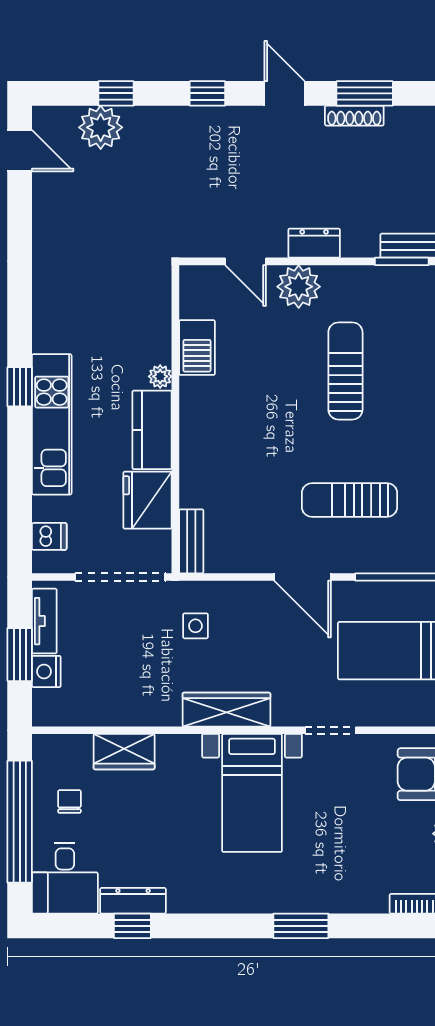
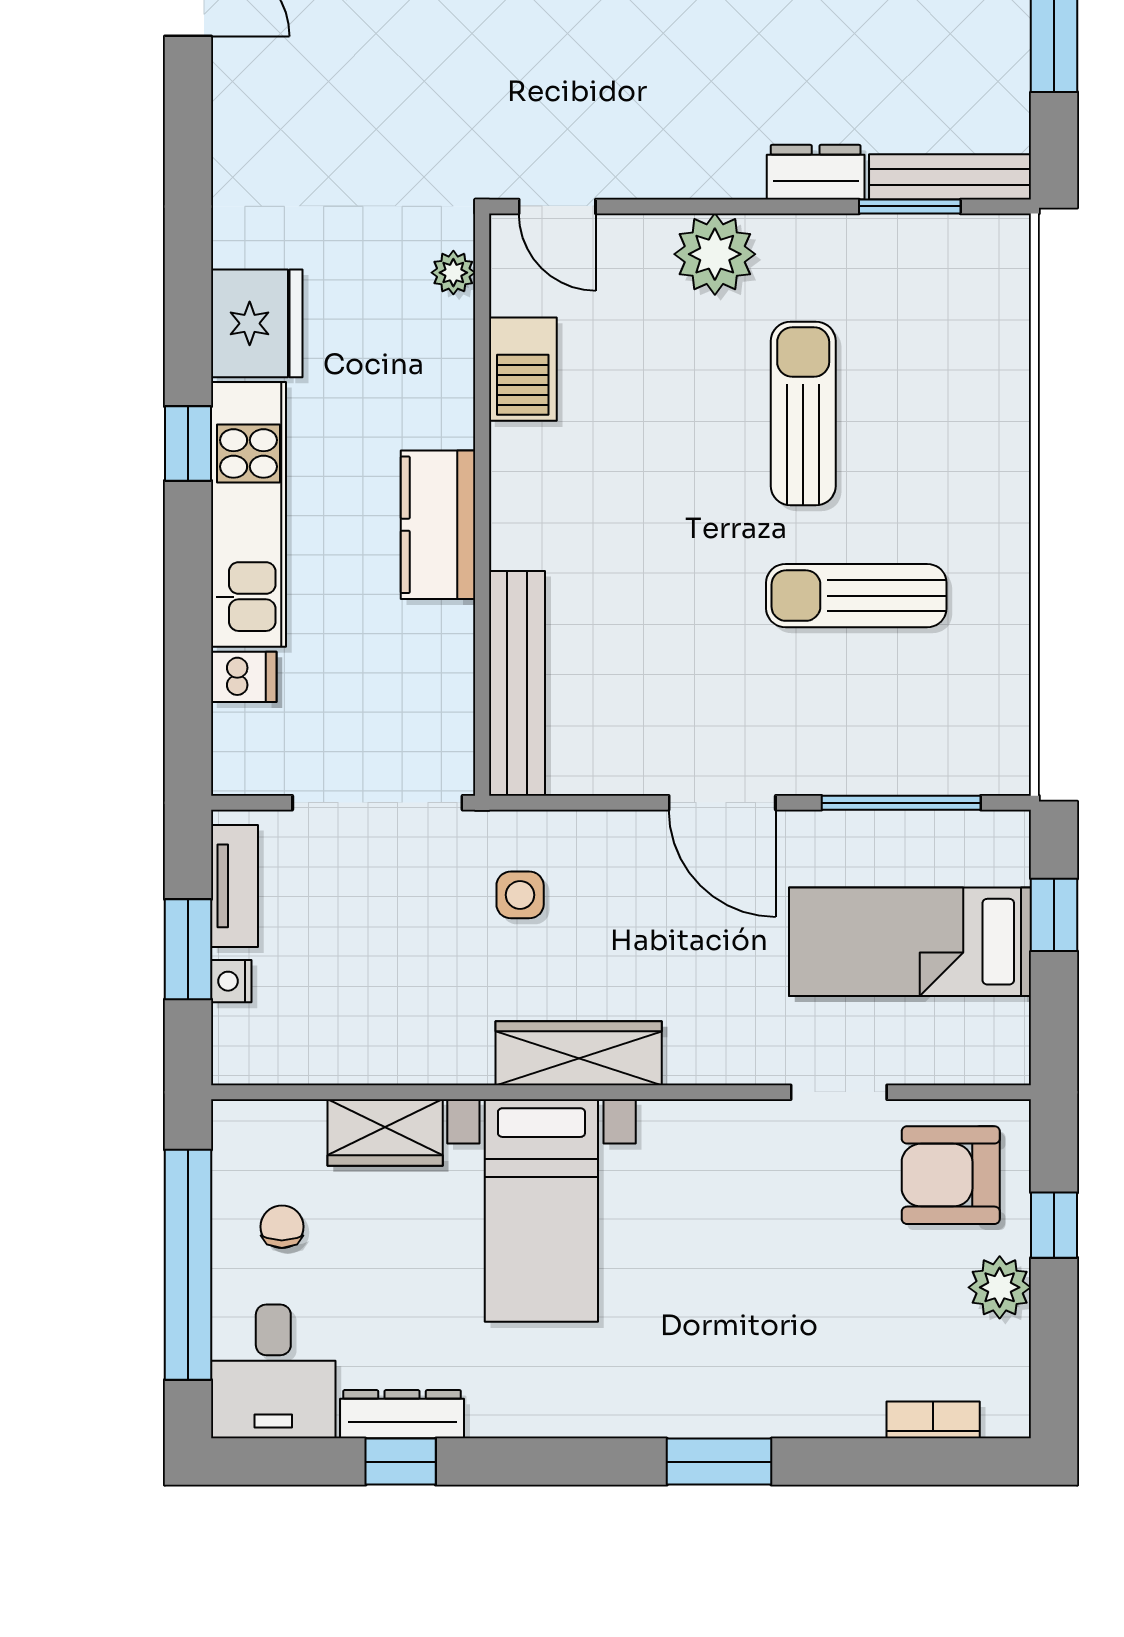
dresser: (314, 243) -> (816, 172), moved
door: (246, 261) -> (557, 206), moved
plant: (160, 376) -> (453, 273), moved
fridge: (148, 500) -> (257, 323), moved, turned 180
sun lounger: (350, 500) -> (856, 596), moved
dishwasher: (49, 536) -> (244, 677), moved
bench: (191, 541) -> (517, 683), width x1.86, depth x1.21
nightstand: (46, 671) -> (231, 981), width x0.72, depth x0.74
doorway: (330, 730) -> (839, 1092), moved
bed with nightstands: (252, 793) -> (541, 1211), moved

